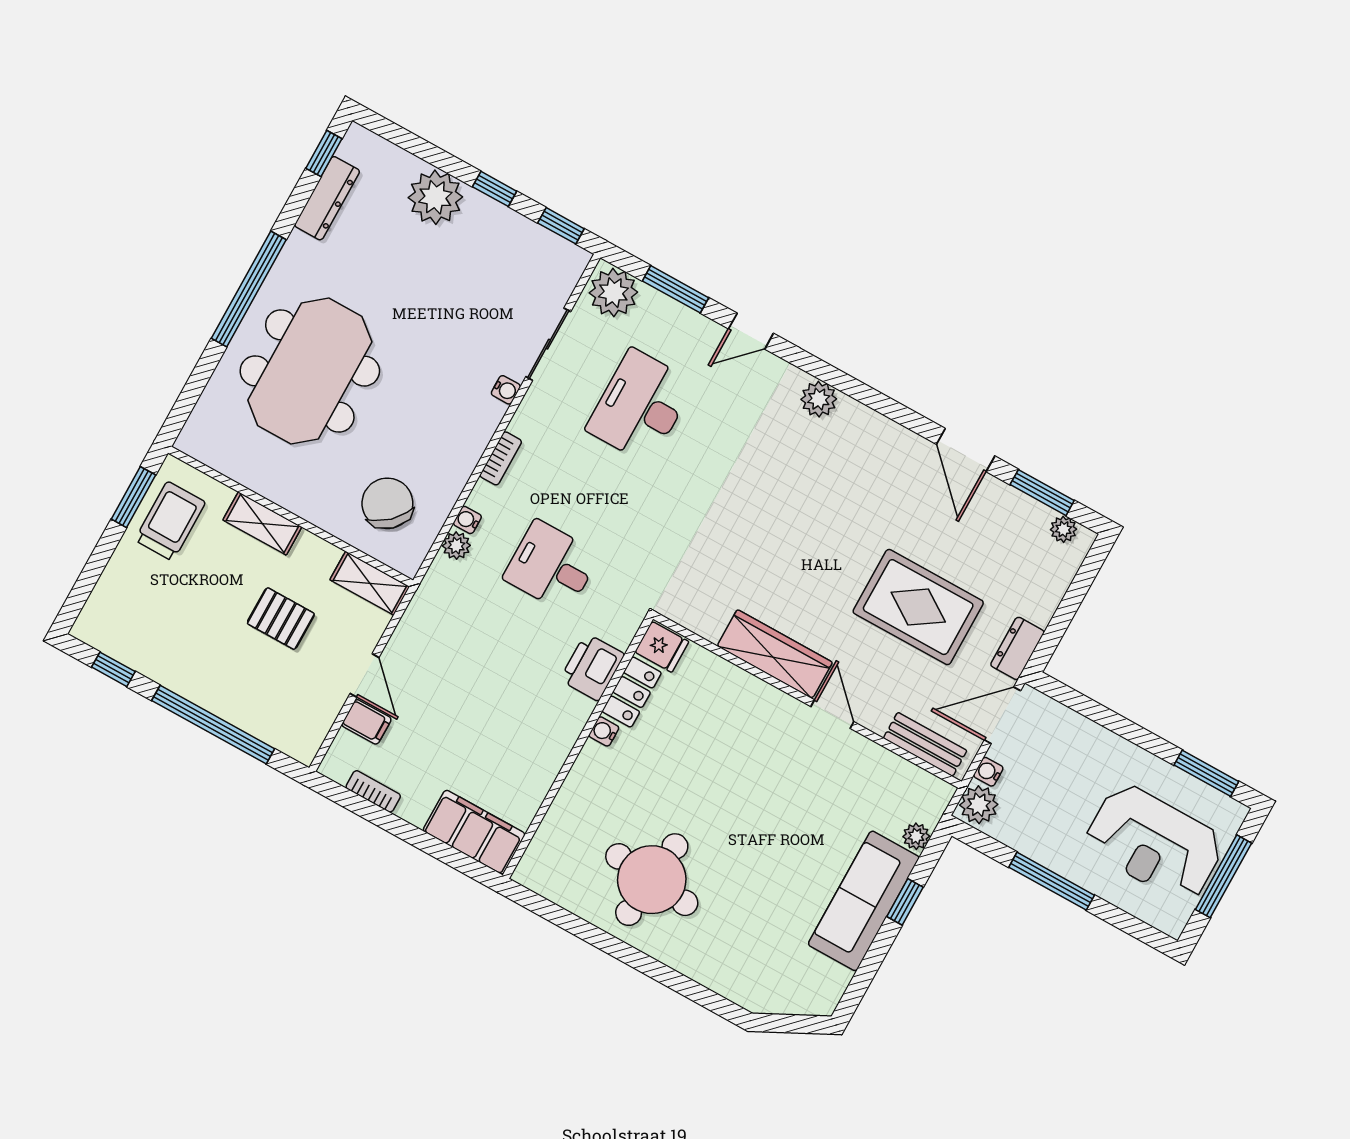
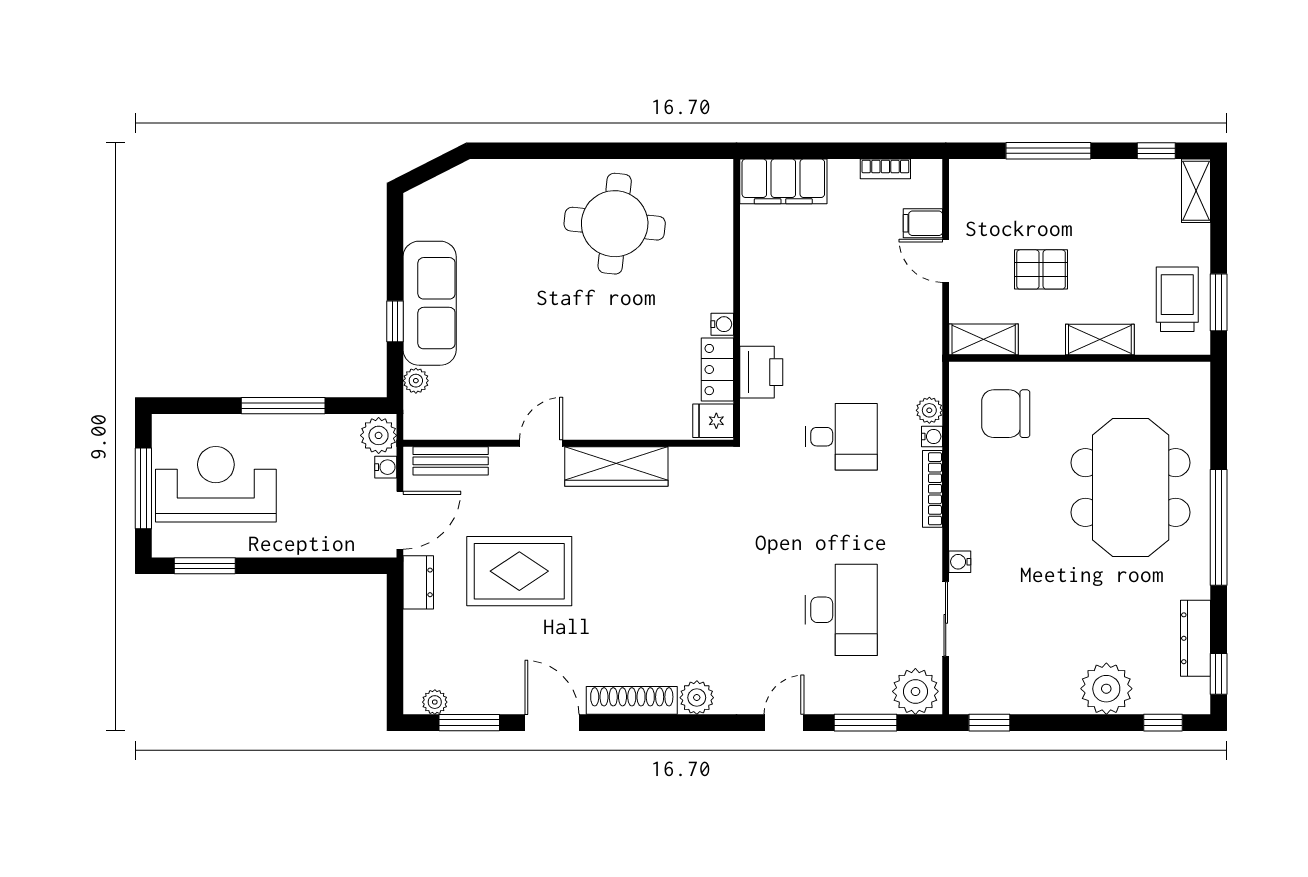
window: (495, 189) -> (1163, 723), moved
shoe rack: (880, 430) -> (632, 700), added
bookcase: (501, 458) -> (933, 489), width x1.56
chair: (387, 503) -> (1006, 414), turned 133
trolley: (170, 521) -> (1177, 299), turned 180
shelving: (97, 612) -> (1196, 191), added
door: (832, 714) -> (541, 443), swing flipped
window: (213, 725) -> (1048, 151), width x0.68

